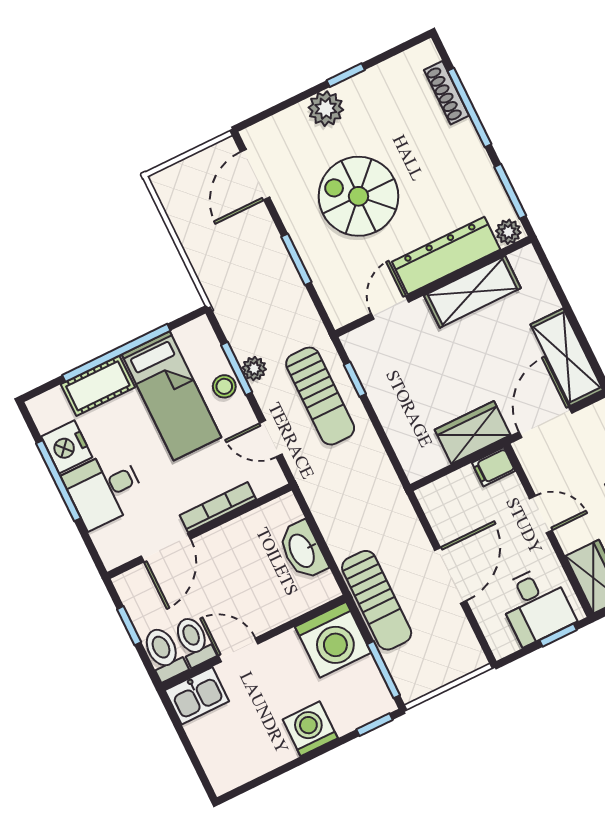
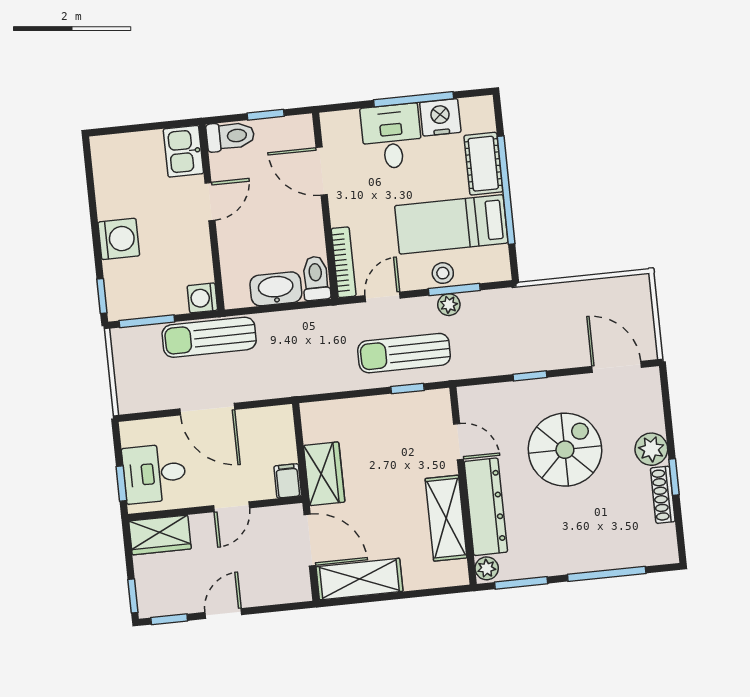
shoe rack: (446, 93) -> (663, 495), moved, turned -90
window: (296, 259) -> (530, 376), width x0.67
bookcase: (218, 507) -> (344, 262), moved
washing machine: (333, 640) -> (202, 298), width x0.53, depth x0.53
toilet: (194, 641) -> (316, 278), moved, turned -90

